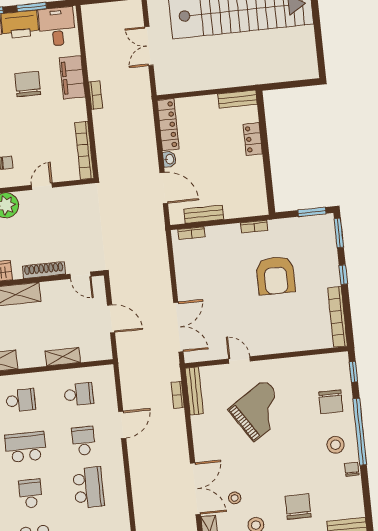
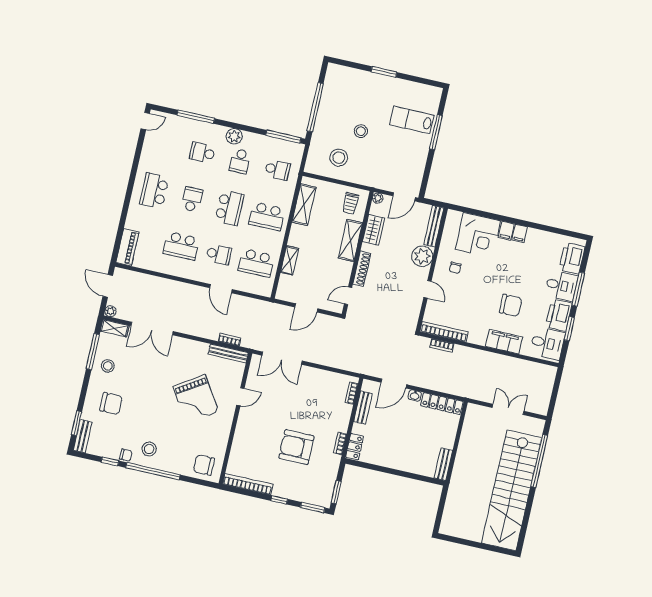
bookcase: (96, 95) -> (442, 346), moved
locker: (253, 139) -> (355, 447), moved, turned 90
window: (353, 372) -> (110, 461), moved
school desk: (79, 394) -> (256, 263), width x1.85
school desk: (21, 400) -> (267, 216), width x1.85
chair: (331, 402) -> (204, 465), moved
school desk: (30, 494) -> (192, 199), turned -90
stool: (235, 498) -> (135, 357), removed

